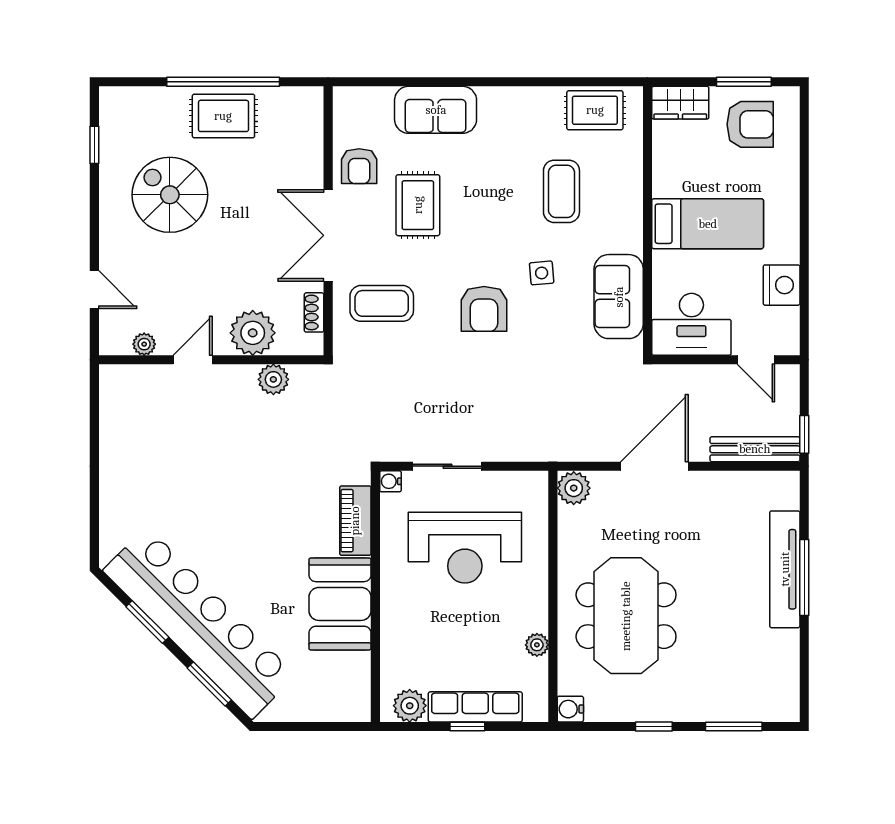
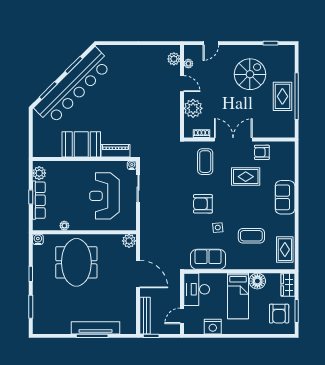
sofa: (436, 110) -> (285, 197), moved
floor lamp: (671, 177) -> (257, 281), added
plant: (273, 379) -> (174, 59), moved
meeting table: (626, 616) -> (76, 262), turned 90

